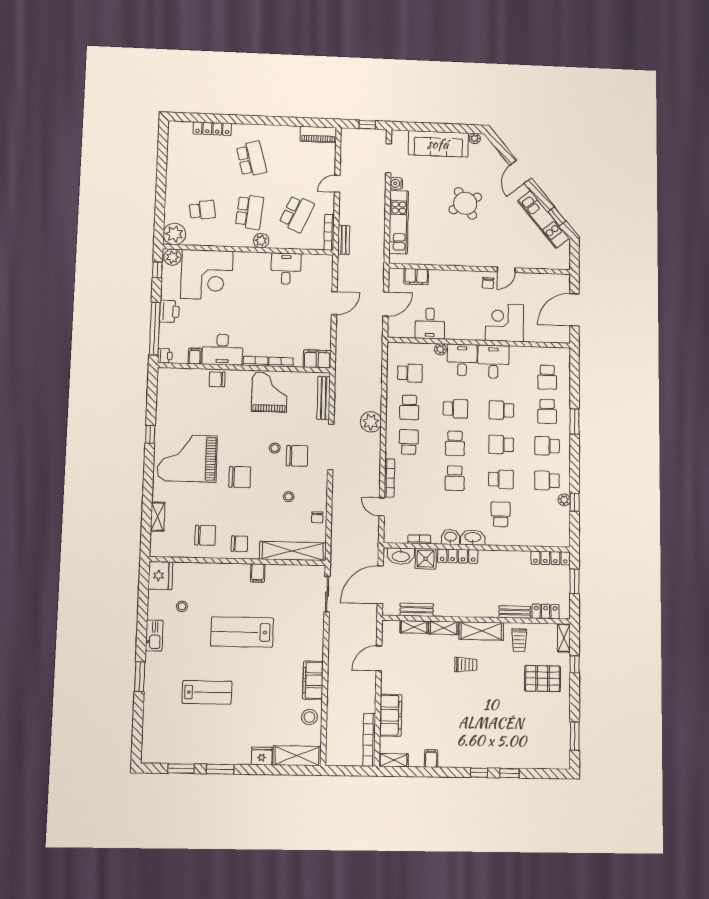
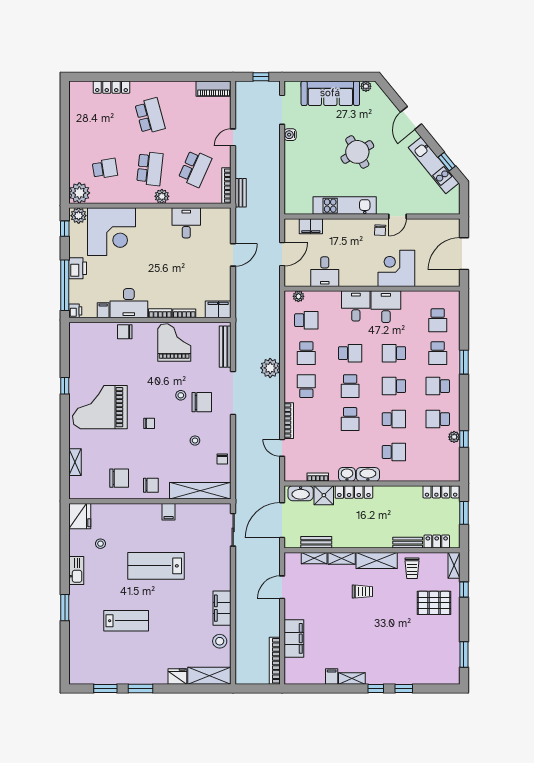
kitchen unit: (399, 222) -> (345, 206), moved, turned -90
plant: (440, 349) -> (298, 296), moved
chair: (240, 477) -> (149, 423), width x0.54, depth x0.54
school desk: (501, 514) -> (394, 452), turned 90
shelving: (394, 760) -> (352, 679), moved

